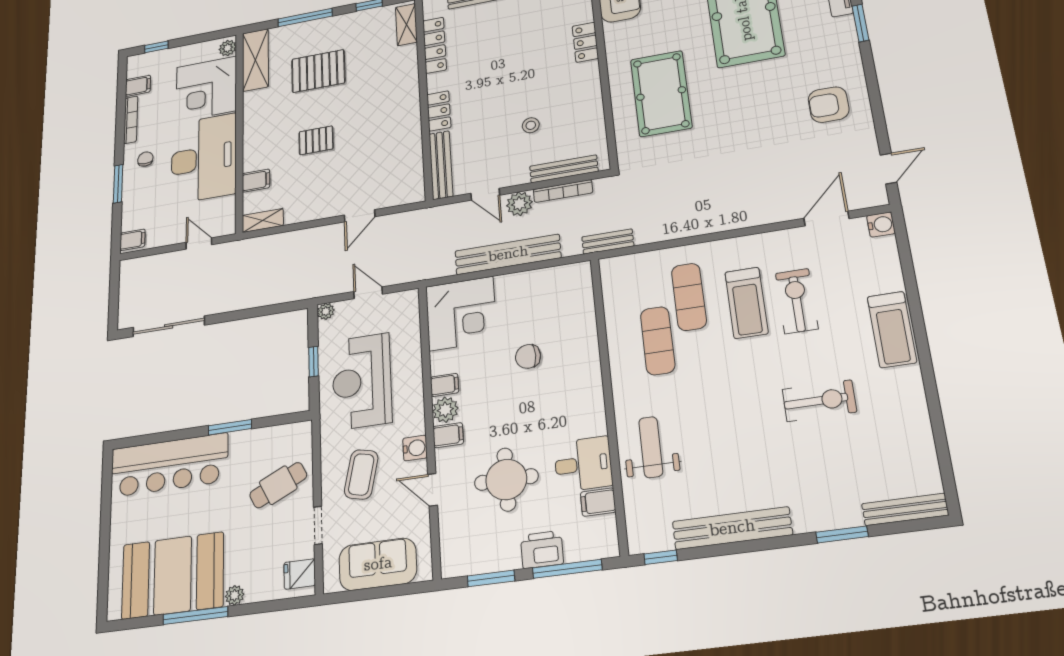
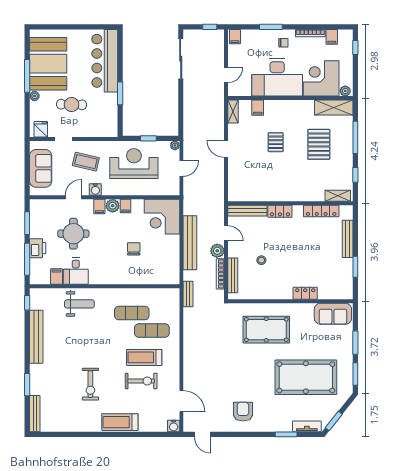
door: (485, 194) -> (226, 233), swing flipped
door: (360, 216) -> (226, 149), moved
window: (114, 285) -> (210, 27), added
cafe table: (278, 485) -> (72, 105), moved, turned -62

